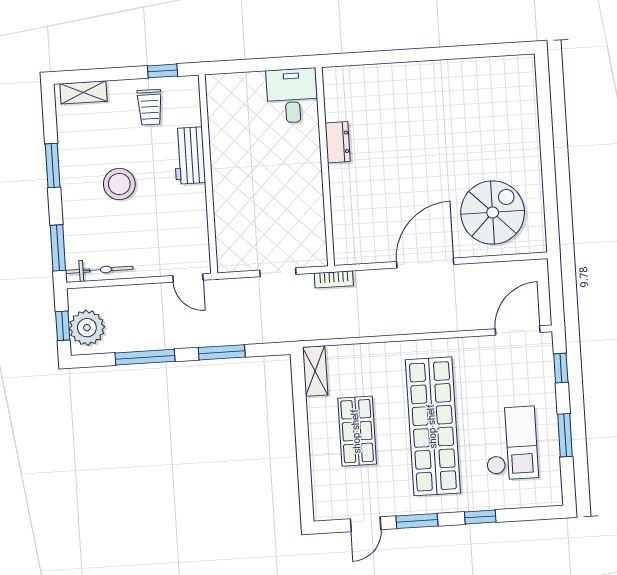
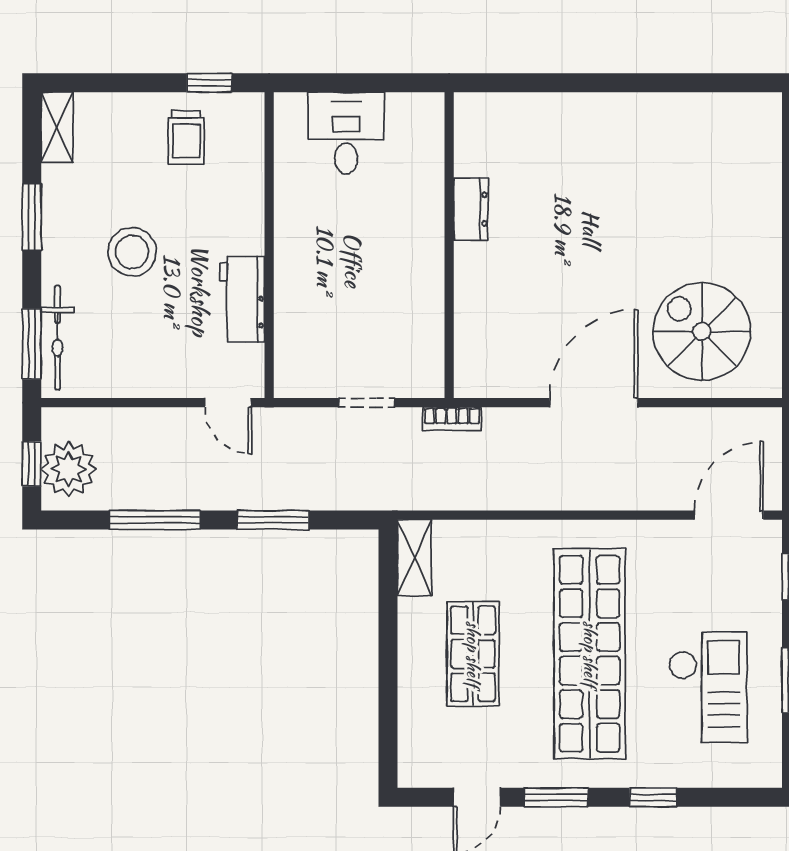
shelving: (83, 92) -> (57, 127), moved, turned 90
desk: (292, 96) -> (346, 133), moved
workbench: (189, 155) -> (242, 299), moved
spiral stairs: (493, 212) -> (702, 332), turned -90
bicycle: (99, 270) -> (58, 337), moved, turned 90

